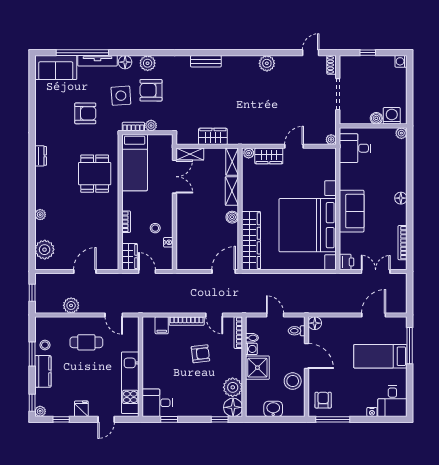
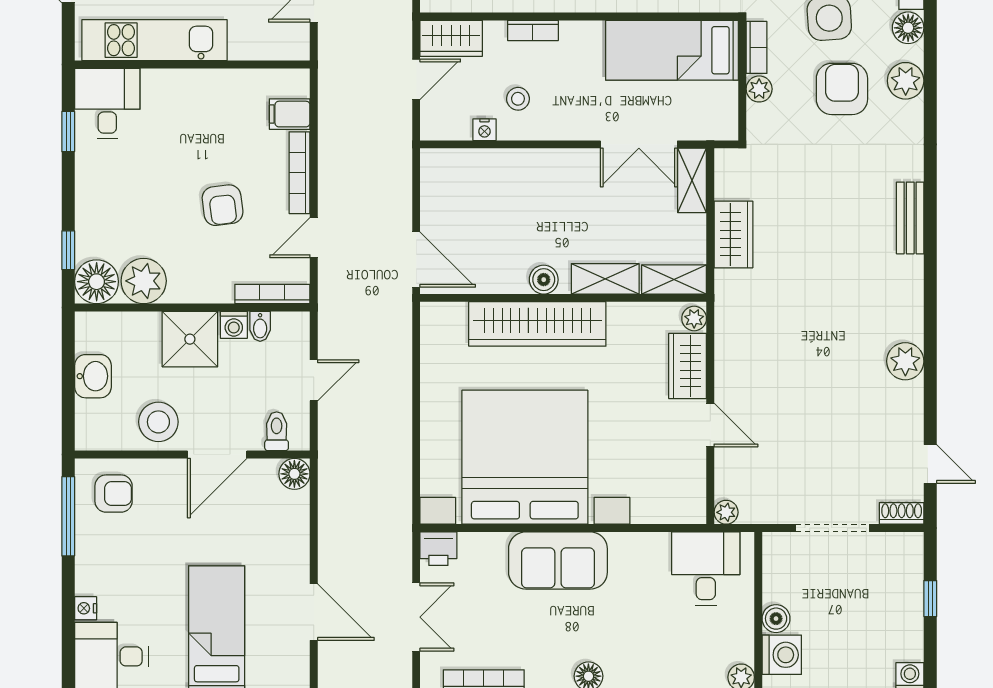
wardrobe: (251, 241) -> (537, 324), moved

